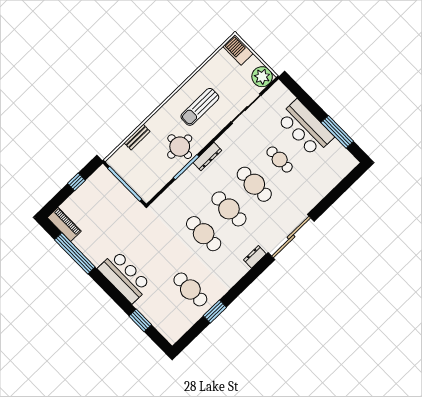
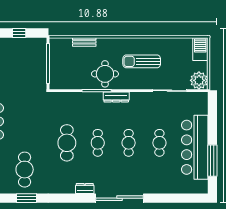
bar counter: (305, 128) -> (195, 147), width x1.36
cafe table: (254, 184) -> (129, 143), width x0.73, depth x0.74
cafe table: (229, 209) -> (98, 143), width x0.73, depth x0.74

